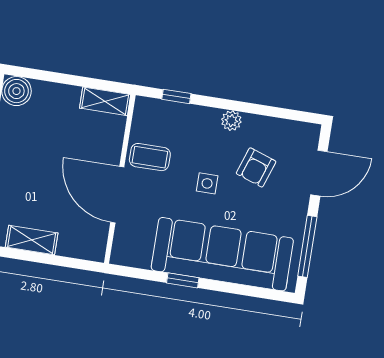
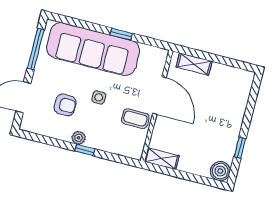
window: (176, 96) -> (85, 150), moved
armchair: (256, 167) -> (65, 105), turned 71
shelving: (32, 240) -> (194, 64), moved

